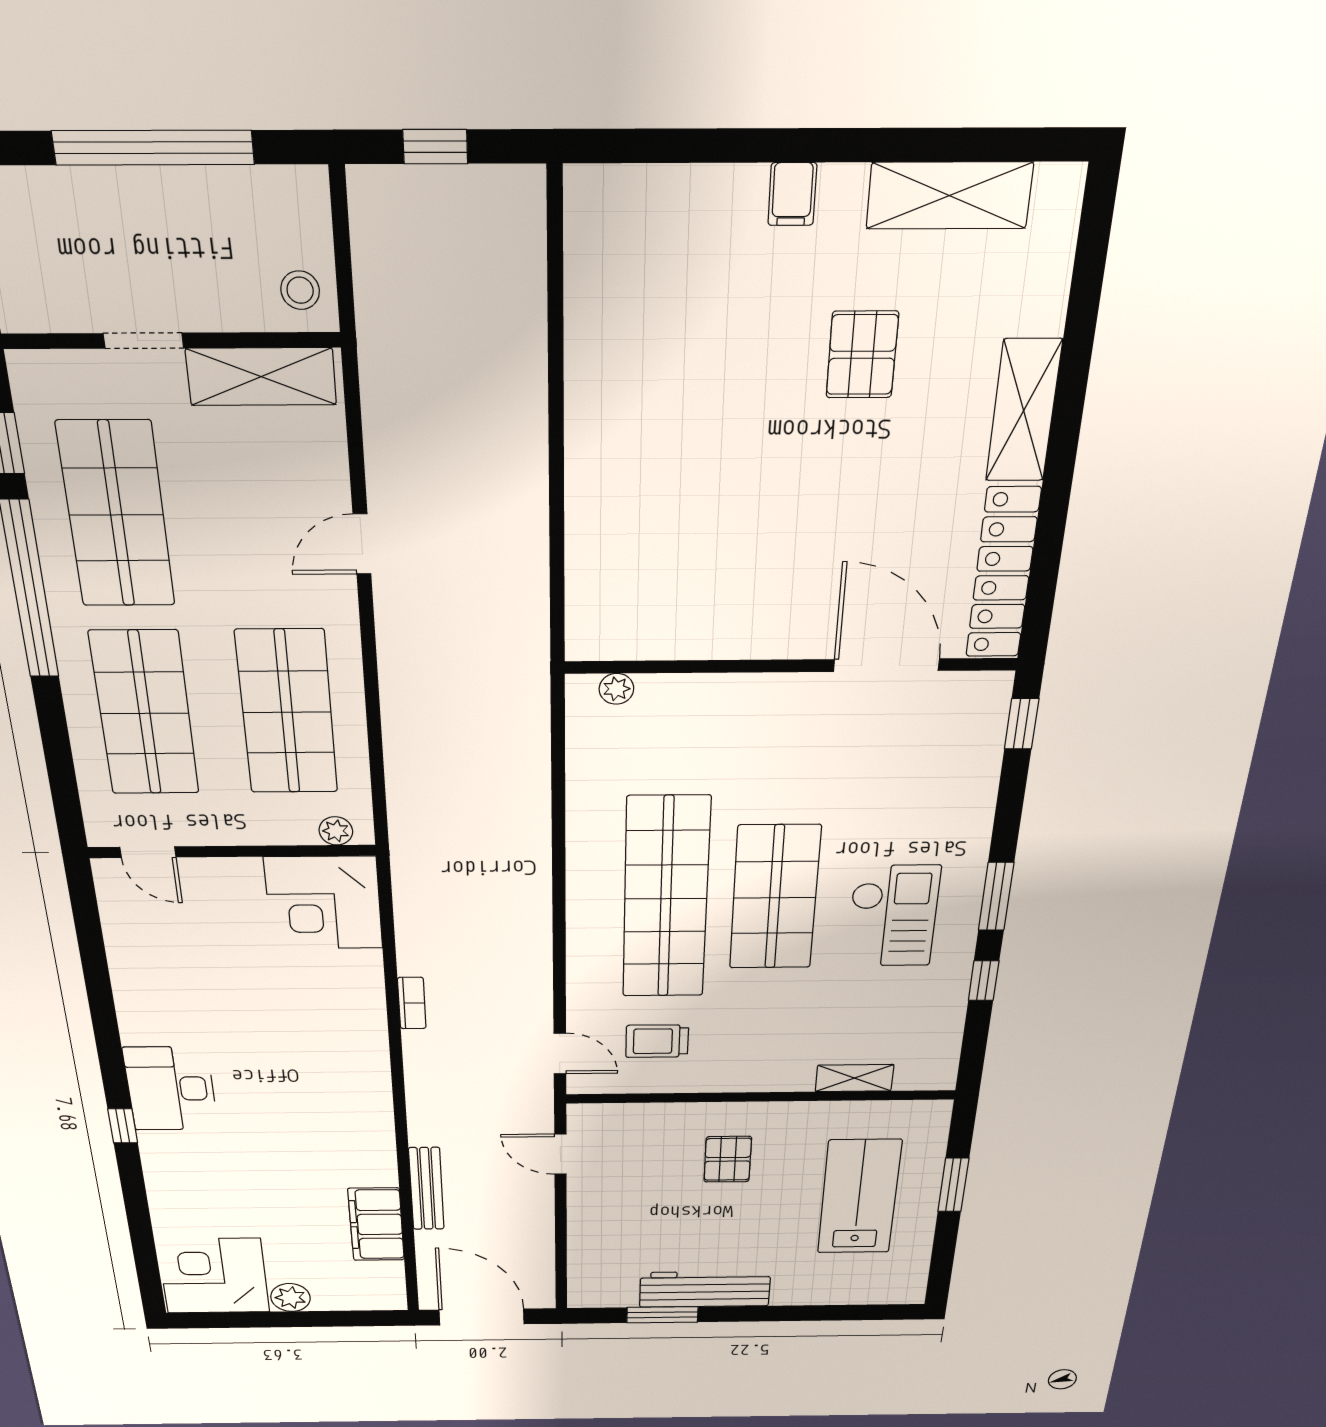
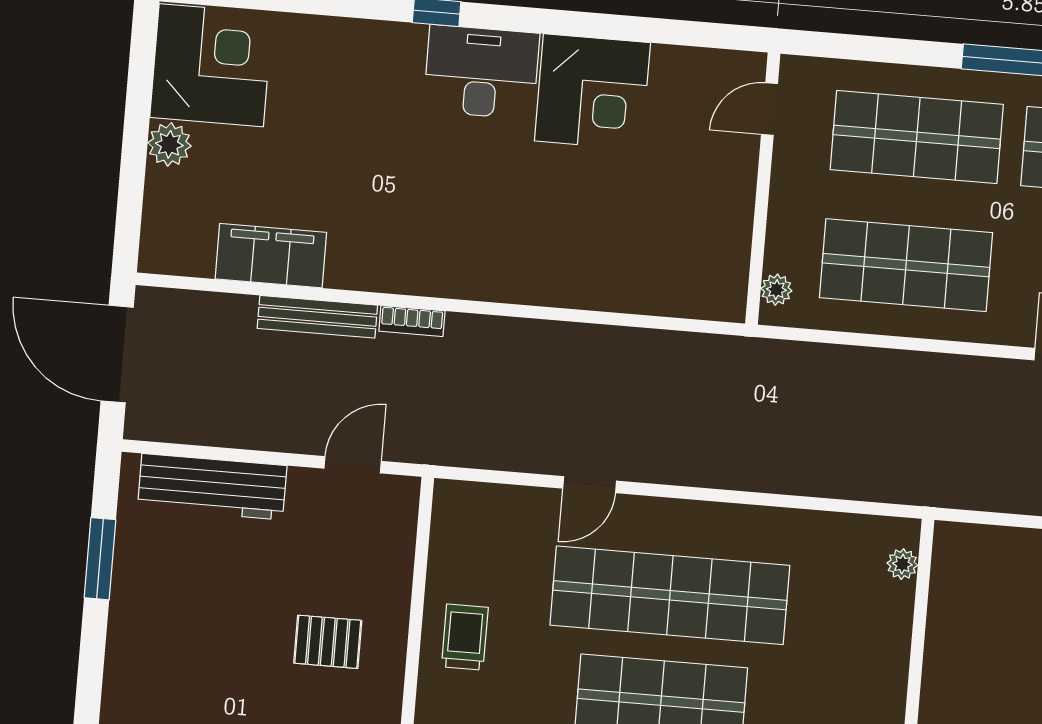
corner desk: (324, 903) -> (592, 92), moved, turned 180
bookcase: (412, 1003) -> (412, 321), moved
trolley: (657, 1041) -> (465, 637), moved
door: (560, 1054) -> (590, 485), moved
workbench: (705, 1289) -> (212, 487), moved, turned 90
door: (482, 1317) -> (117, 354), swing flipped

